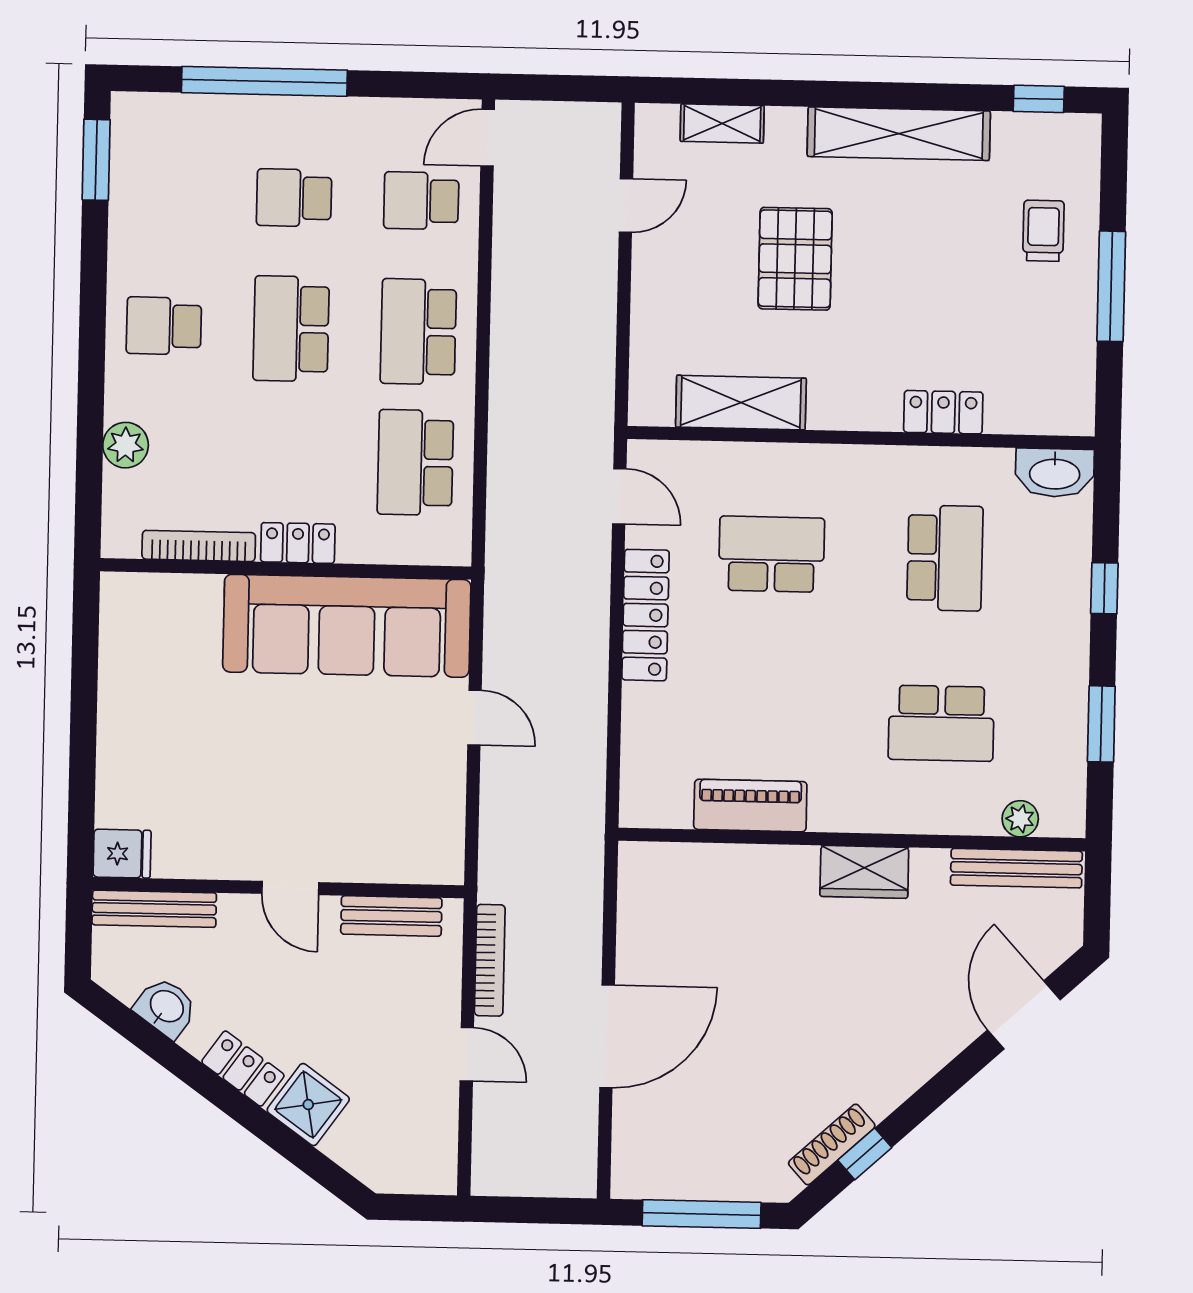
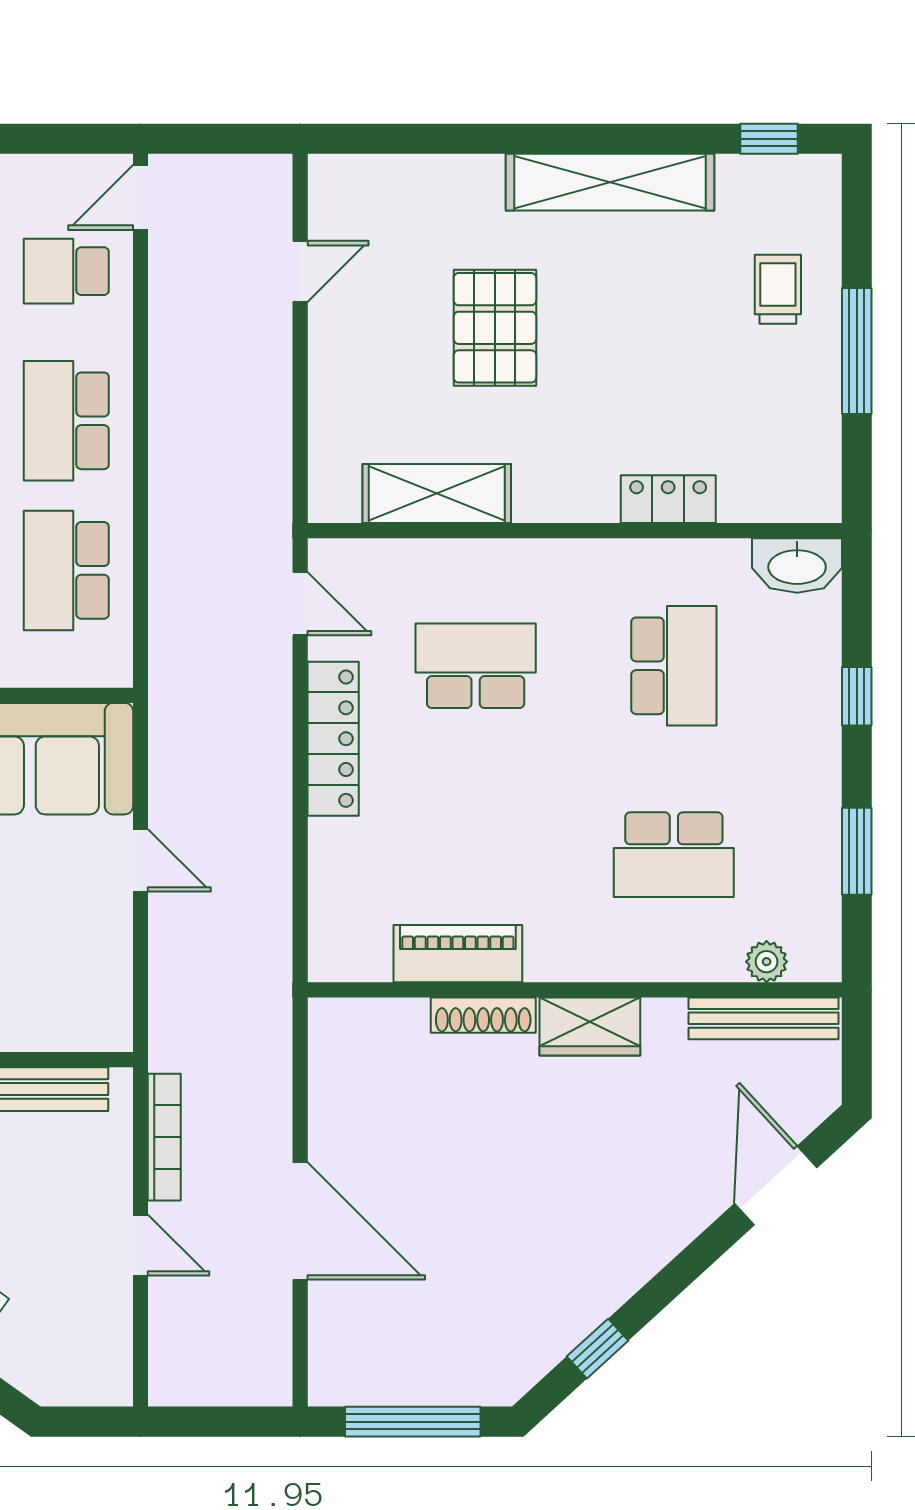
shelving: (722, 123) -> (408, 175), removed
door: (607, 1036) -> (300, 1221), hinge flipped
shoe rack: (832, 1144) -> (483, 1015), moved, turned -138

